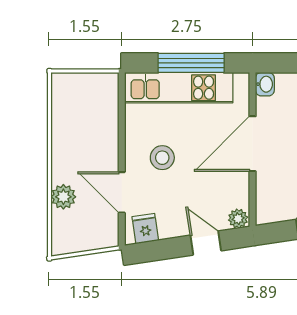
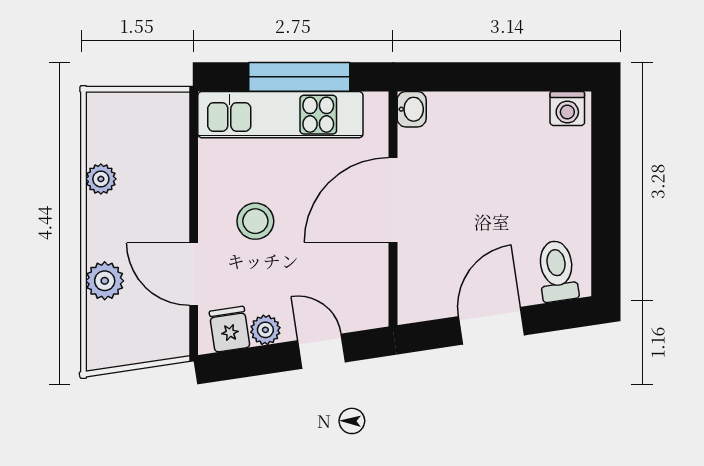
plant: (61, 130) -> (101, 179), added
plant: (238, 219) -> (265, 330), moved

